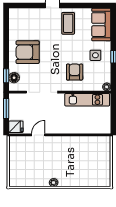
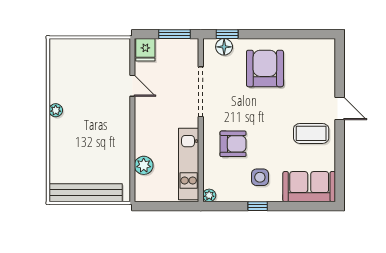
plant: (88, 128) -> (144, 165), added
bench: (105, 164) -> (86, 193), added

